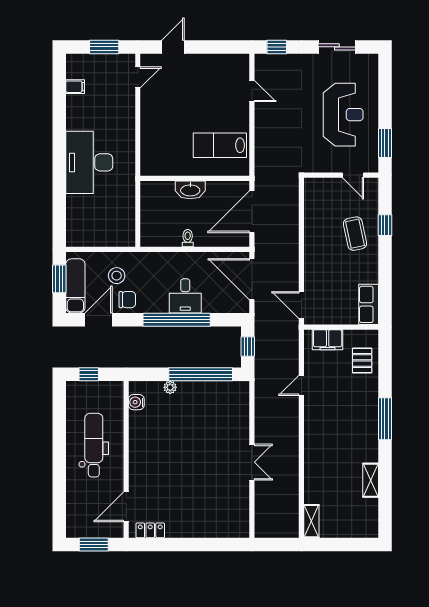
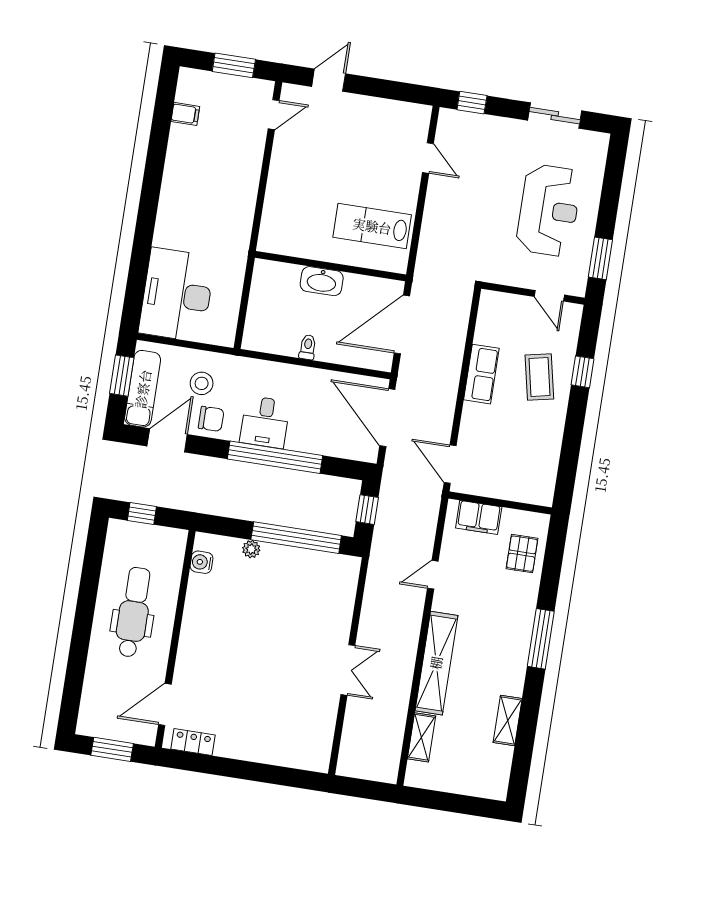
desk: (89, 162) -> (177, 295), moved
desk: (185, 296) -> (265, 422), moved
row of seats: (369, 304) -> (481, 374), moved, turned 180
shelving: (314, 447) -> (436, 663), added
shelving: (311, 521) -> (422, 737), moved

